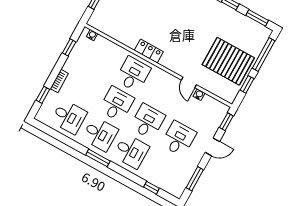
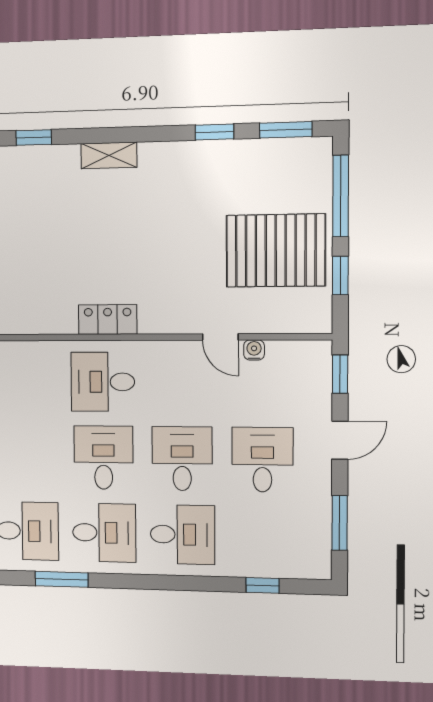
desk: (133, 74) -> (103, 382), turned -90
window: (98, 158) -> (62, 579), moved

